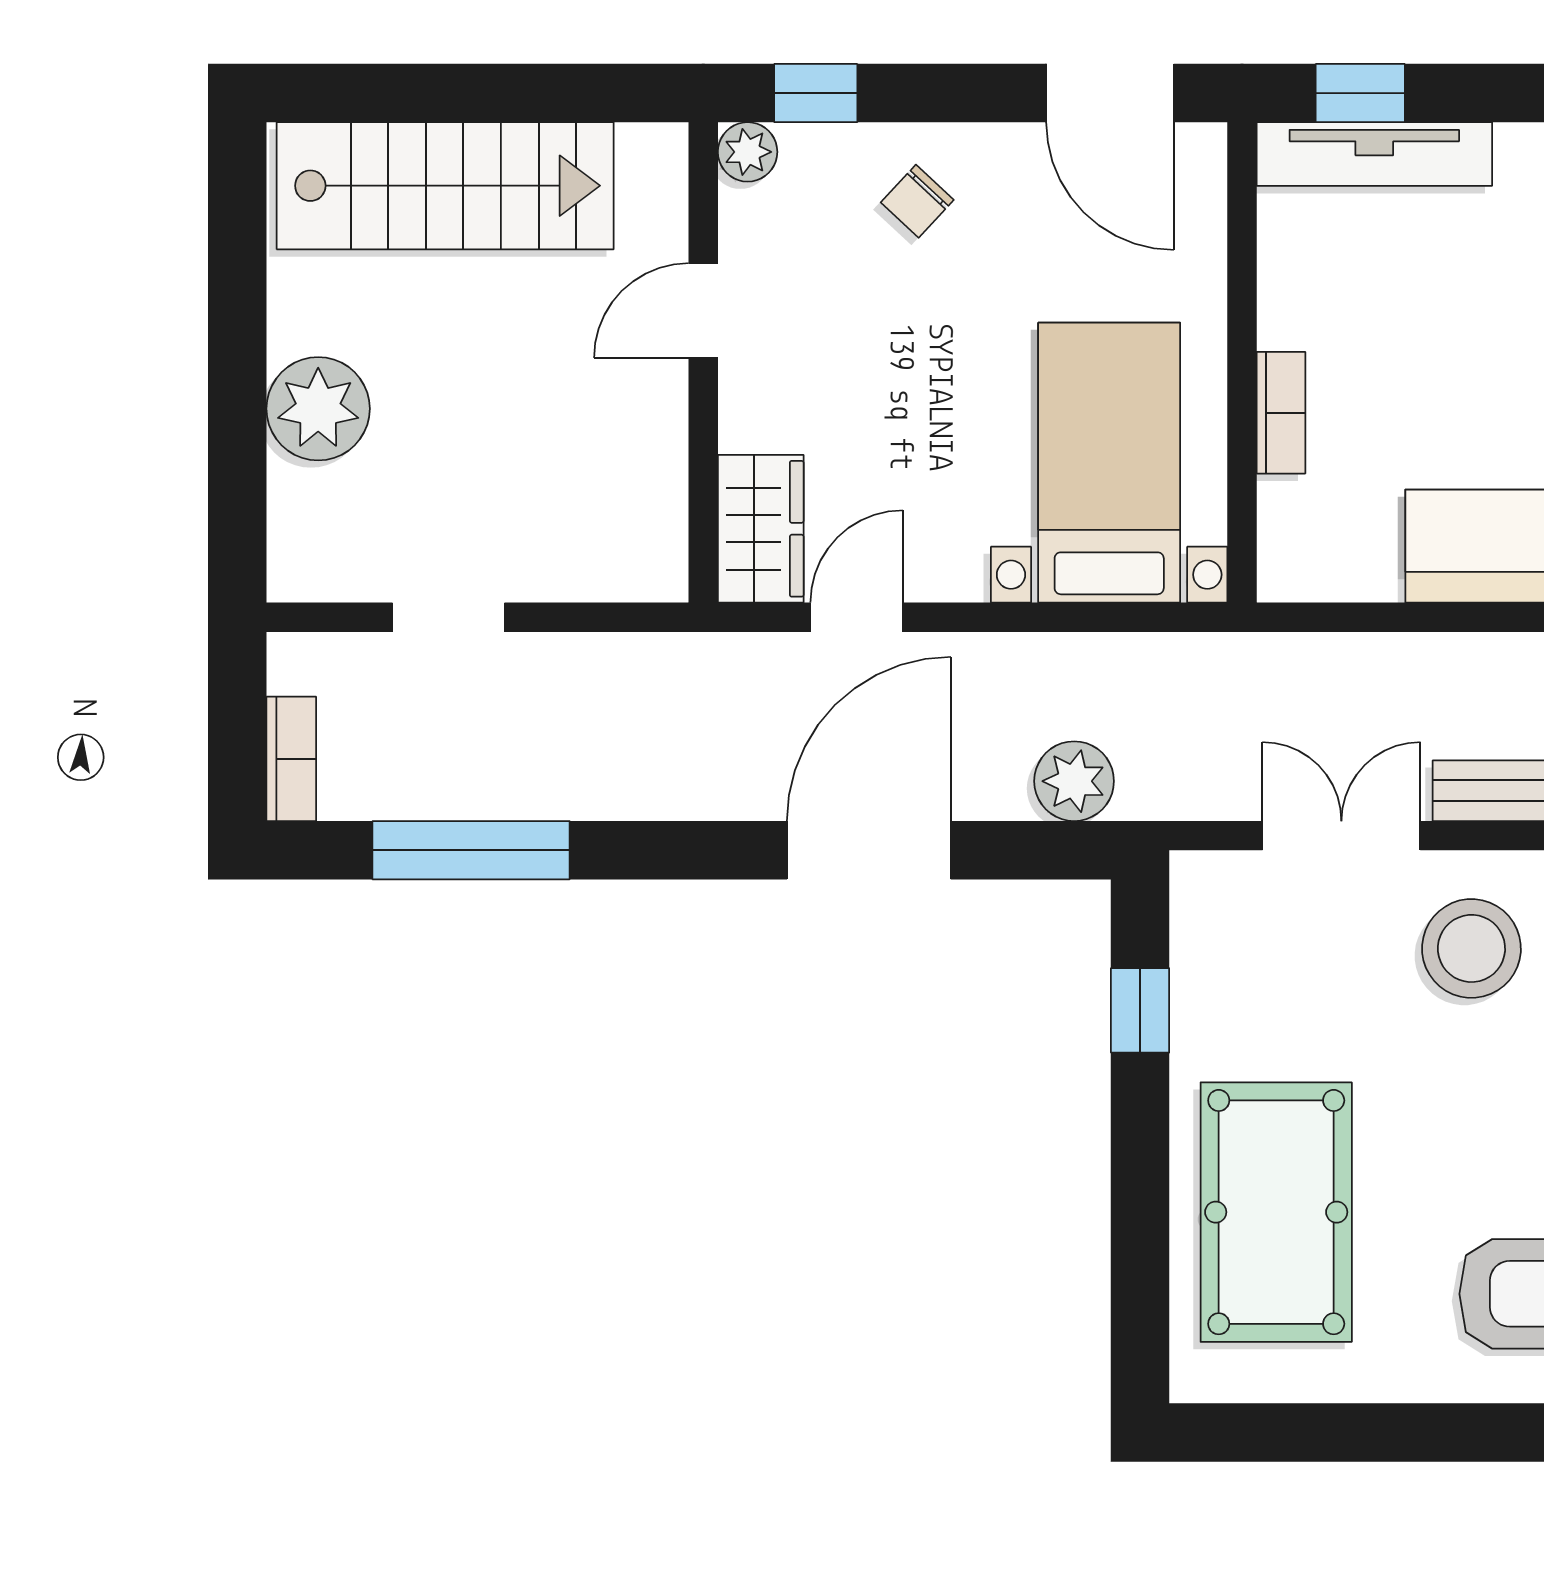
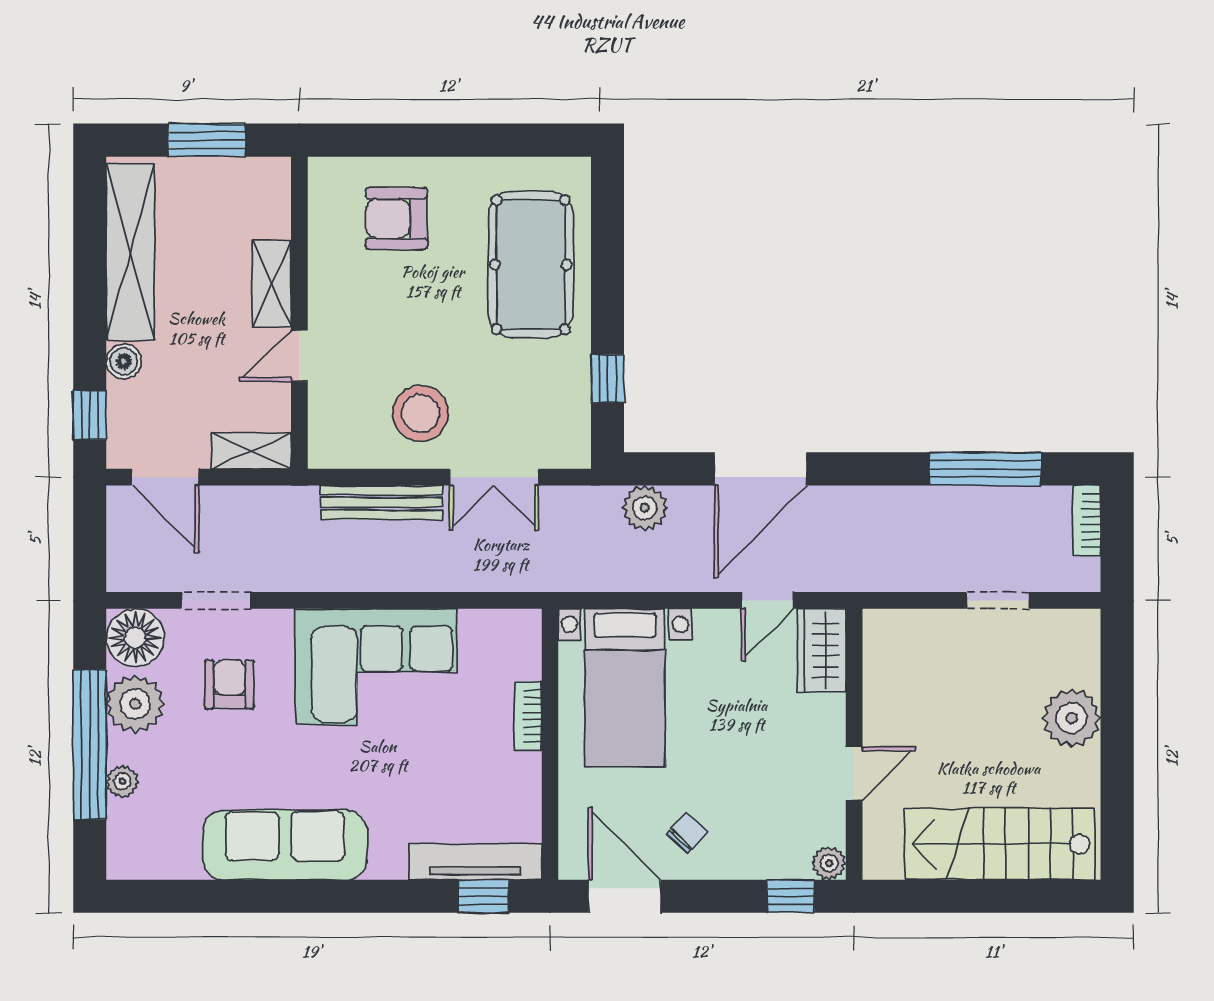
chair: (917, 201) -> (687, 833), moved

